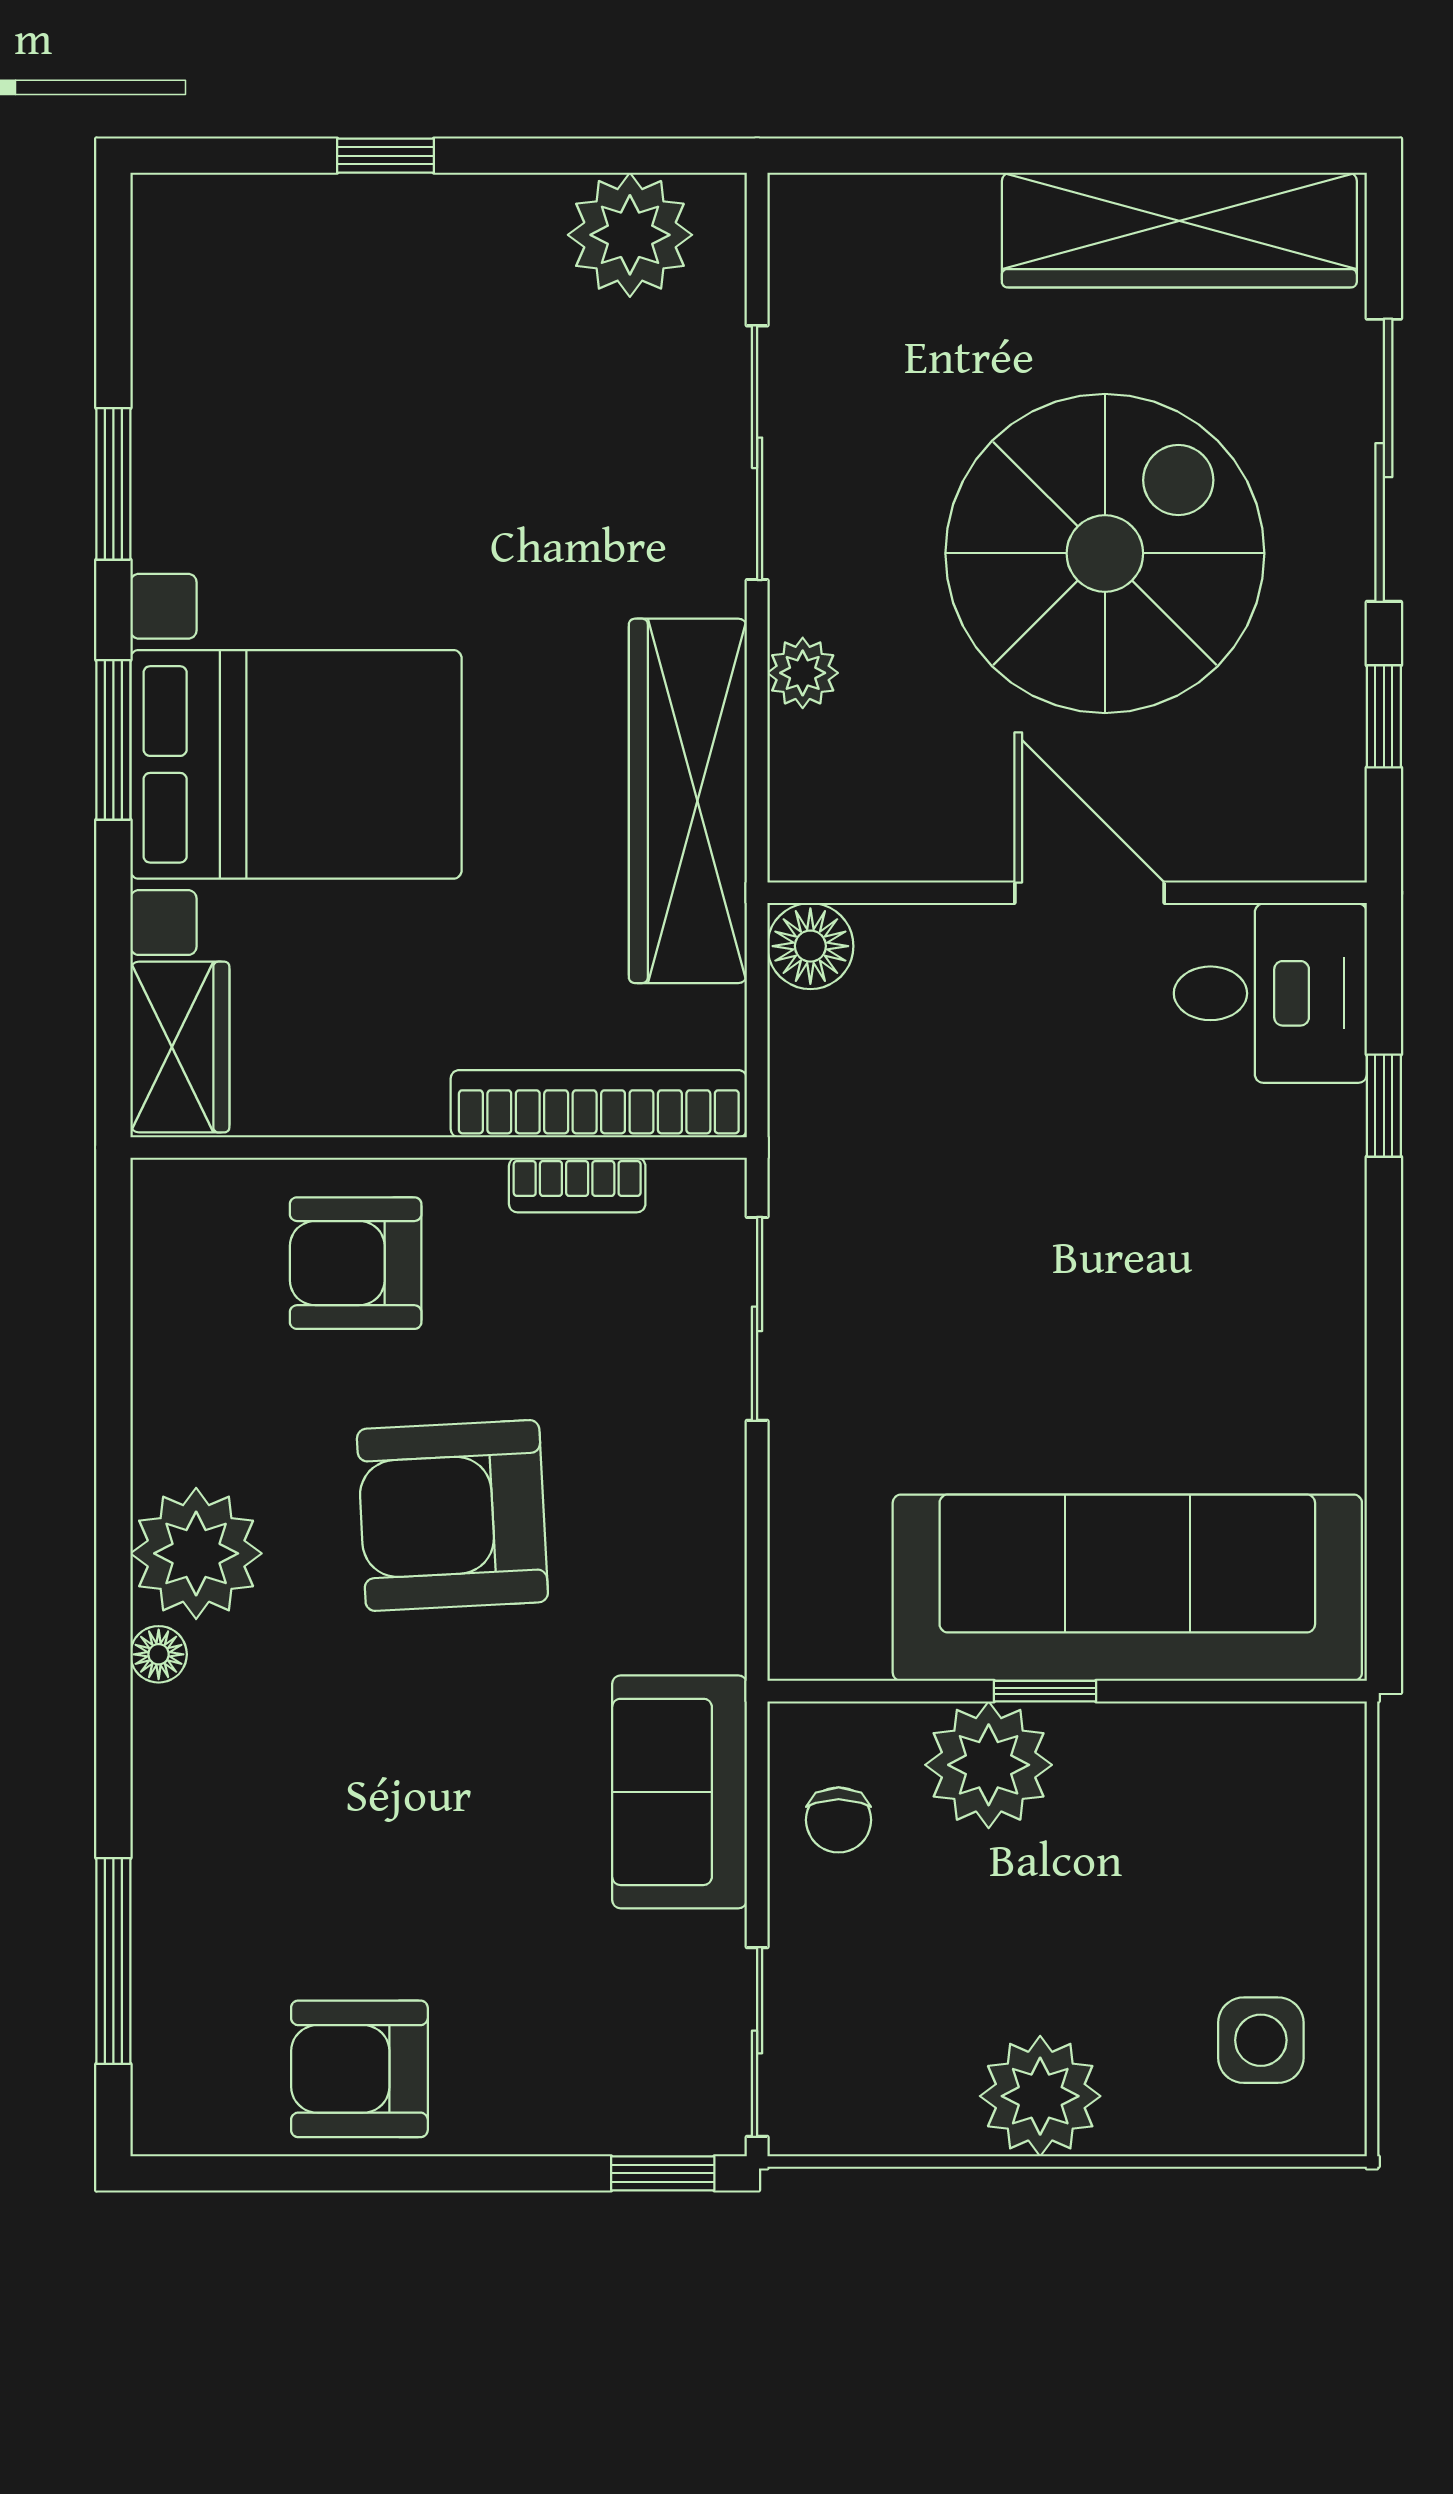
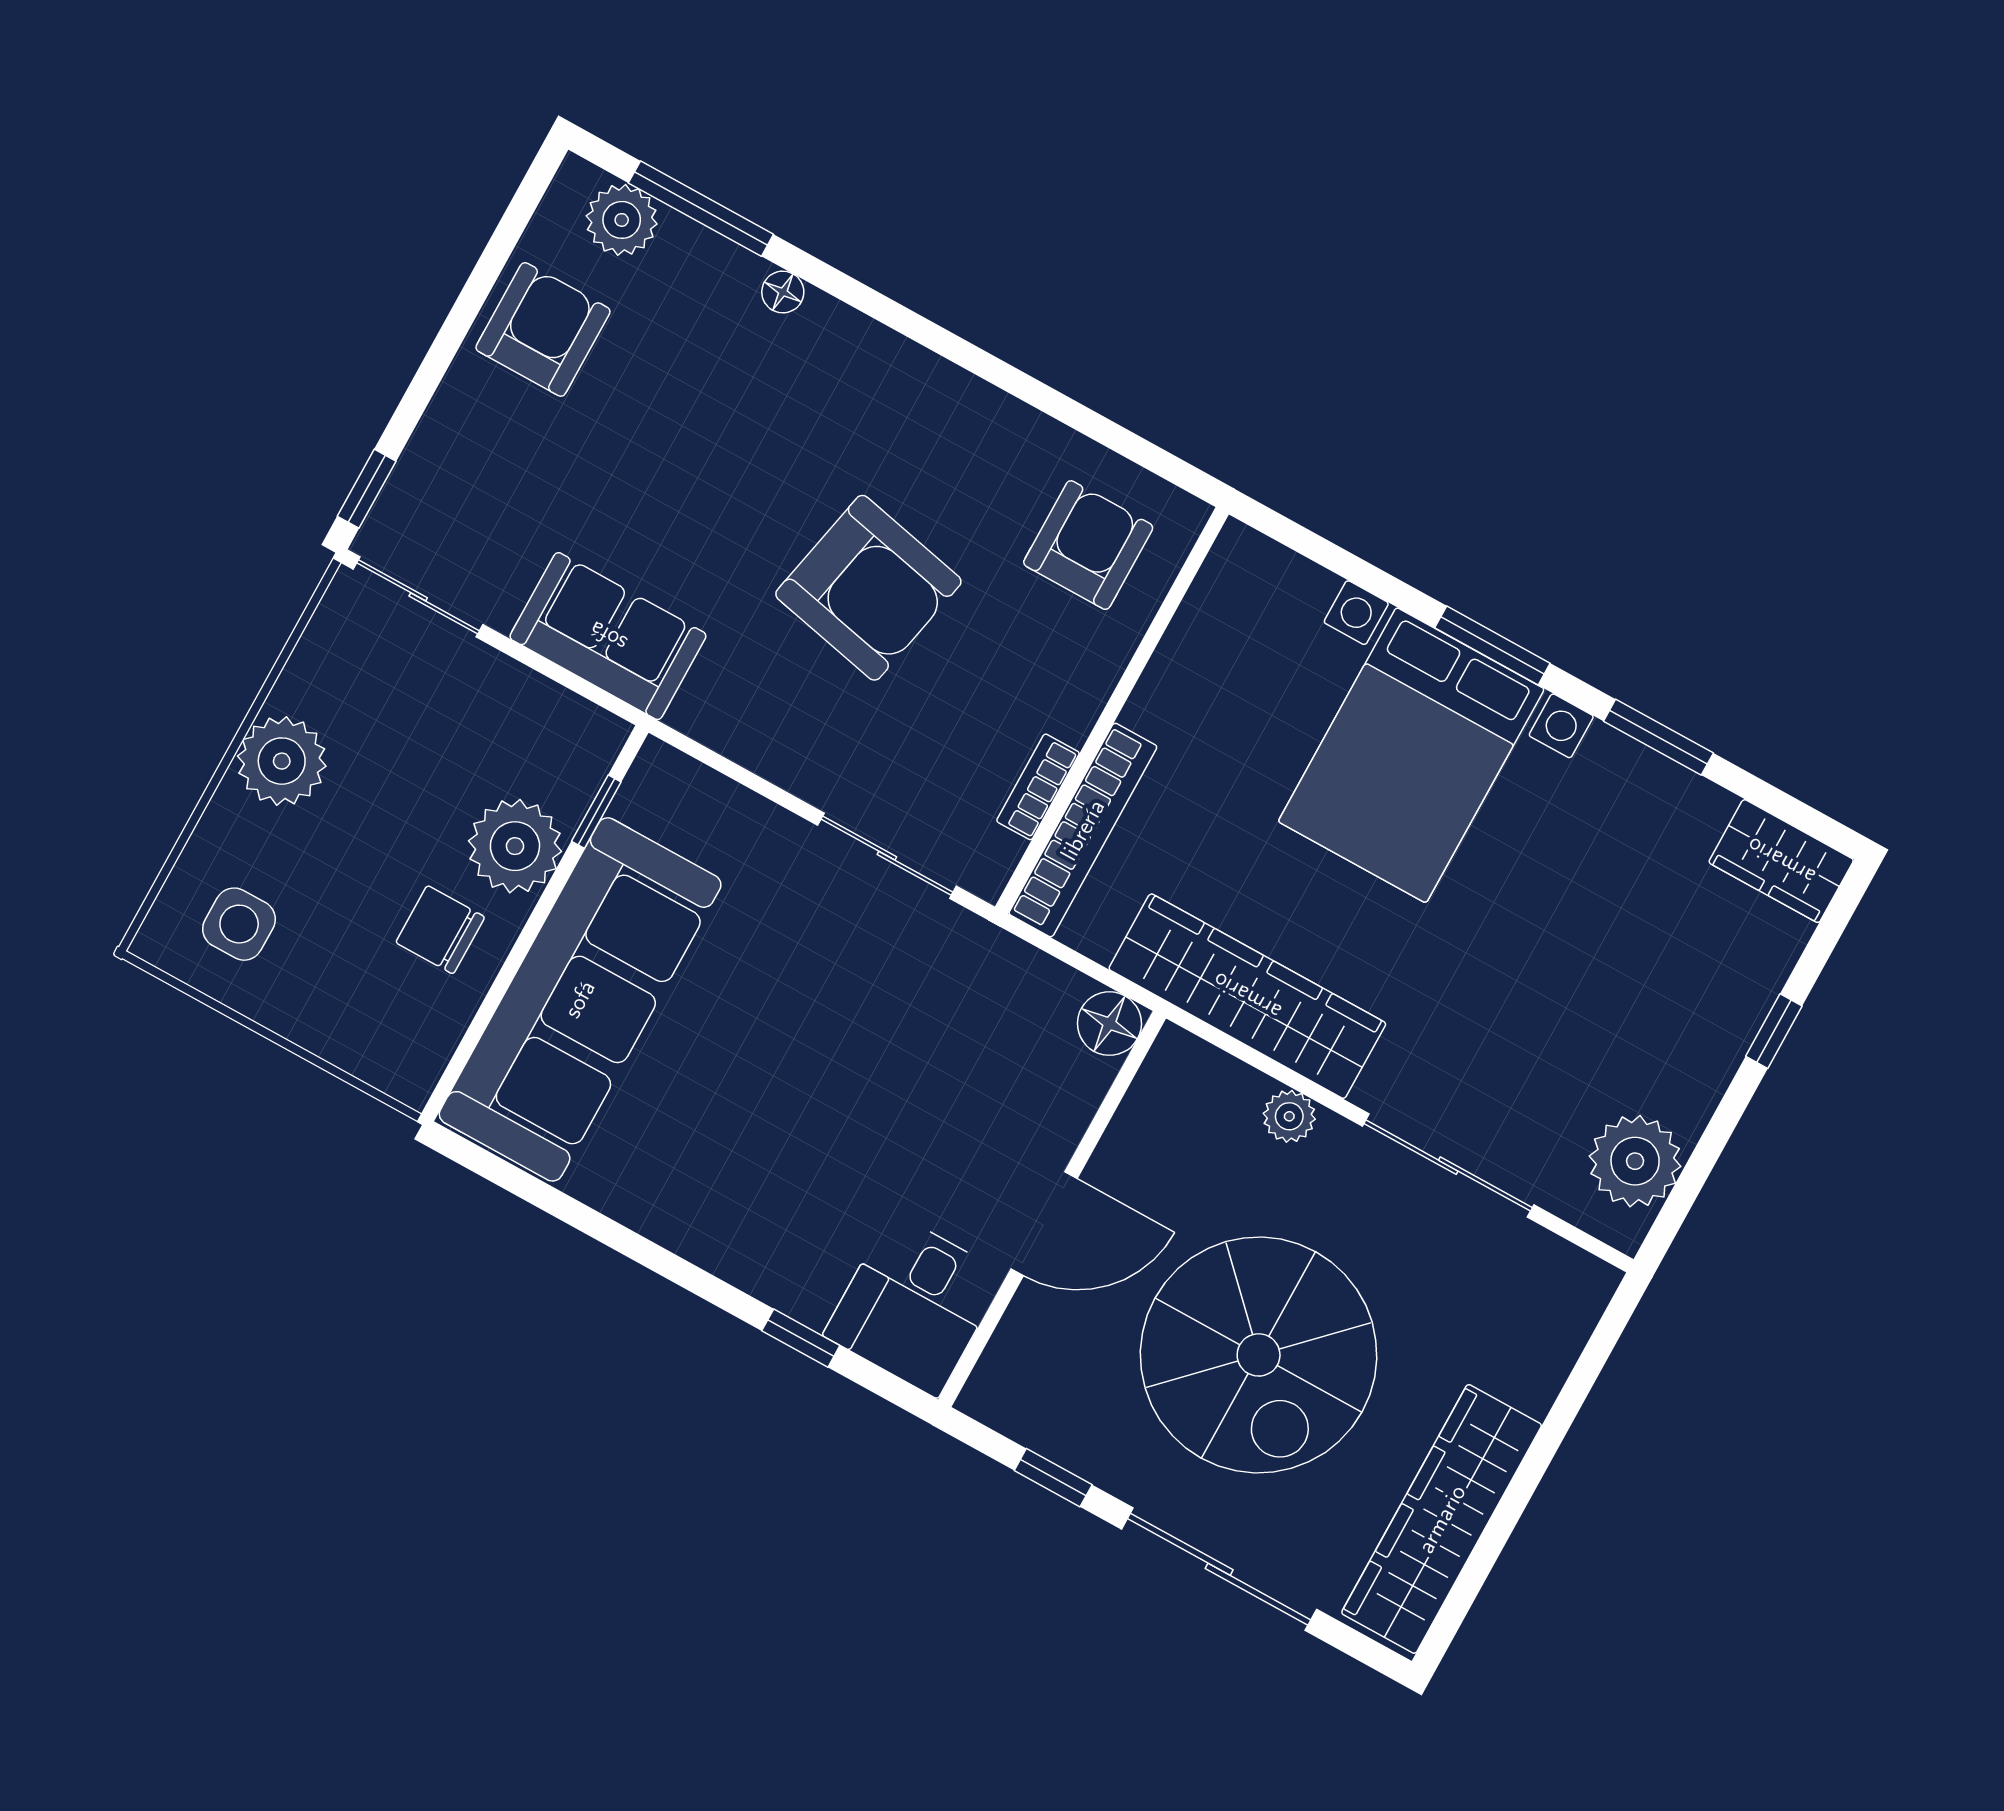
wardrobe: (180, 1047) -> (1781, 861), moved
armchair: (356, 1263) -> (1088, 545), moved
armchair: (452, 1516) -> (868, 588), turned 105
plant: (196, 1553) -> (622, 220), moved, width x0.73, depth x0.73
floor lamp: (159, 1654) -> (783, 292), moved
window: (1045, 1691) -> (596, 812), moved
chair: (839, 1820) -> (440, 930), moved, width x1.37, depth x1.37

